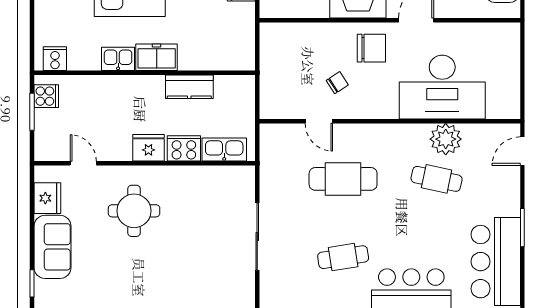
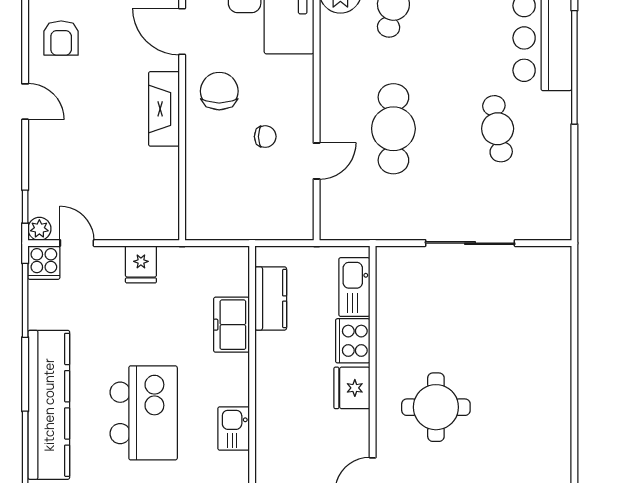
freezer: (157, 57) -> (231, 325), moved
chair: (337, 83) -> (265, 137), turned 123
kitchen counter: (189, 87) -> (271, 298), moved

